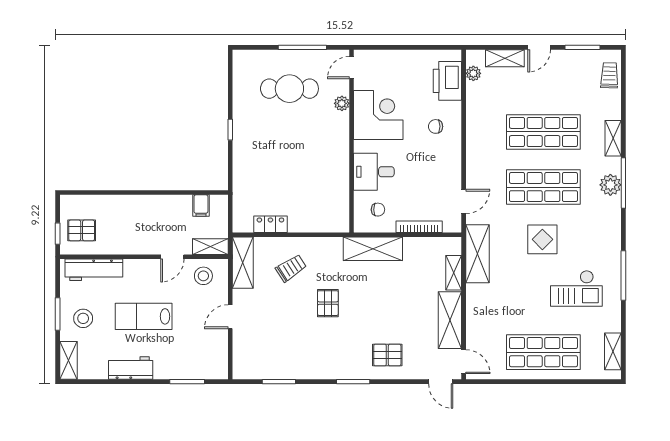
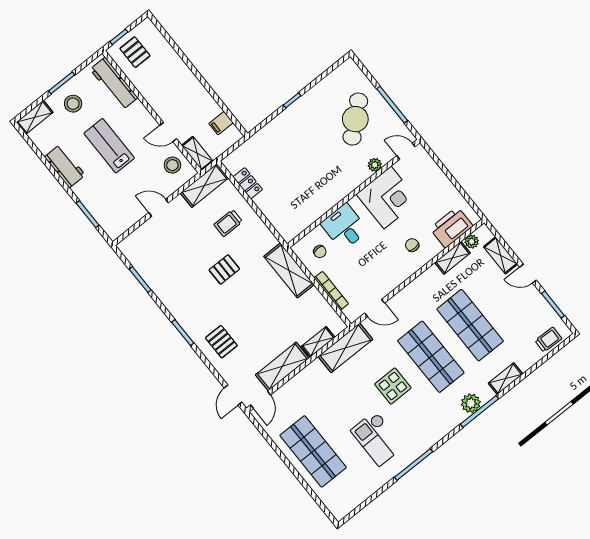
cafe table: (289, 89) -> (355, 119), turned 49
trolley: (291, 268) -> (228, 223), turned 123
shelving: (613, 351) -> (452, 258), moved

